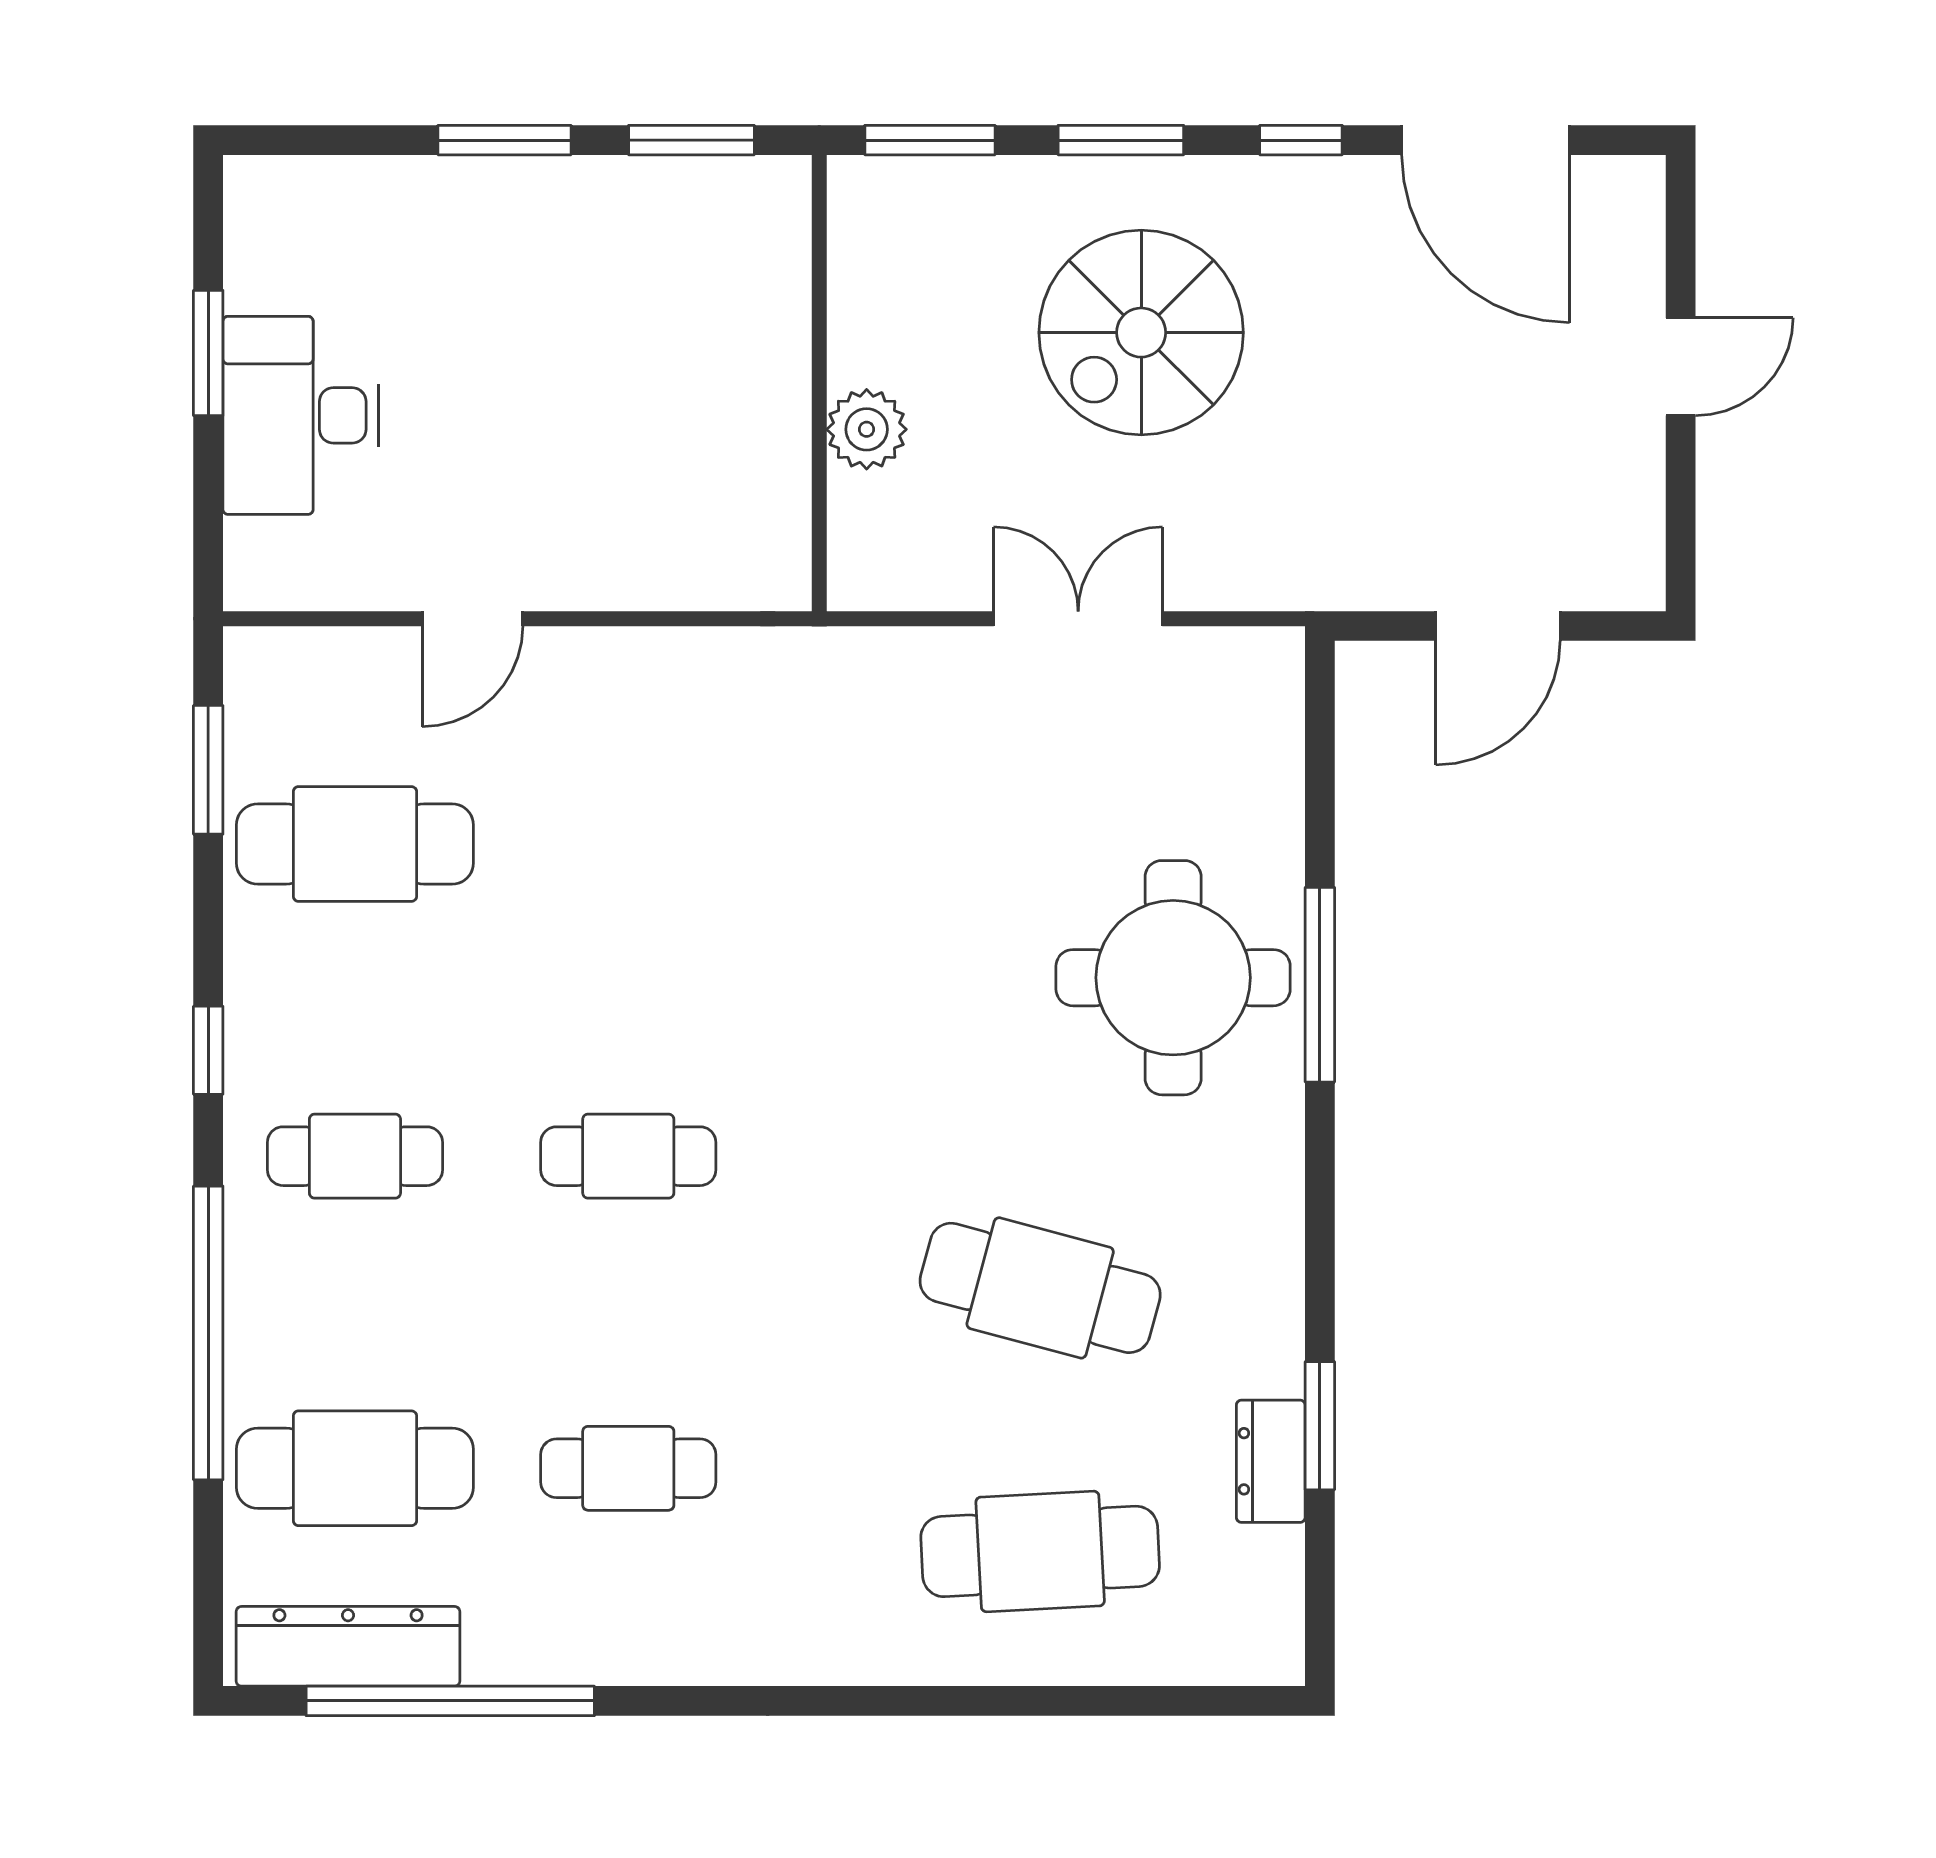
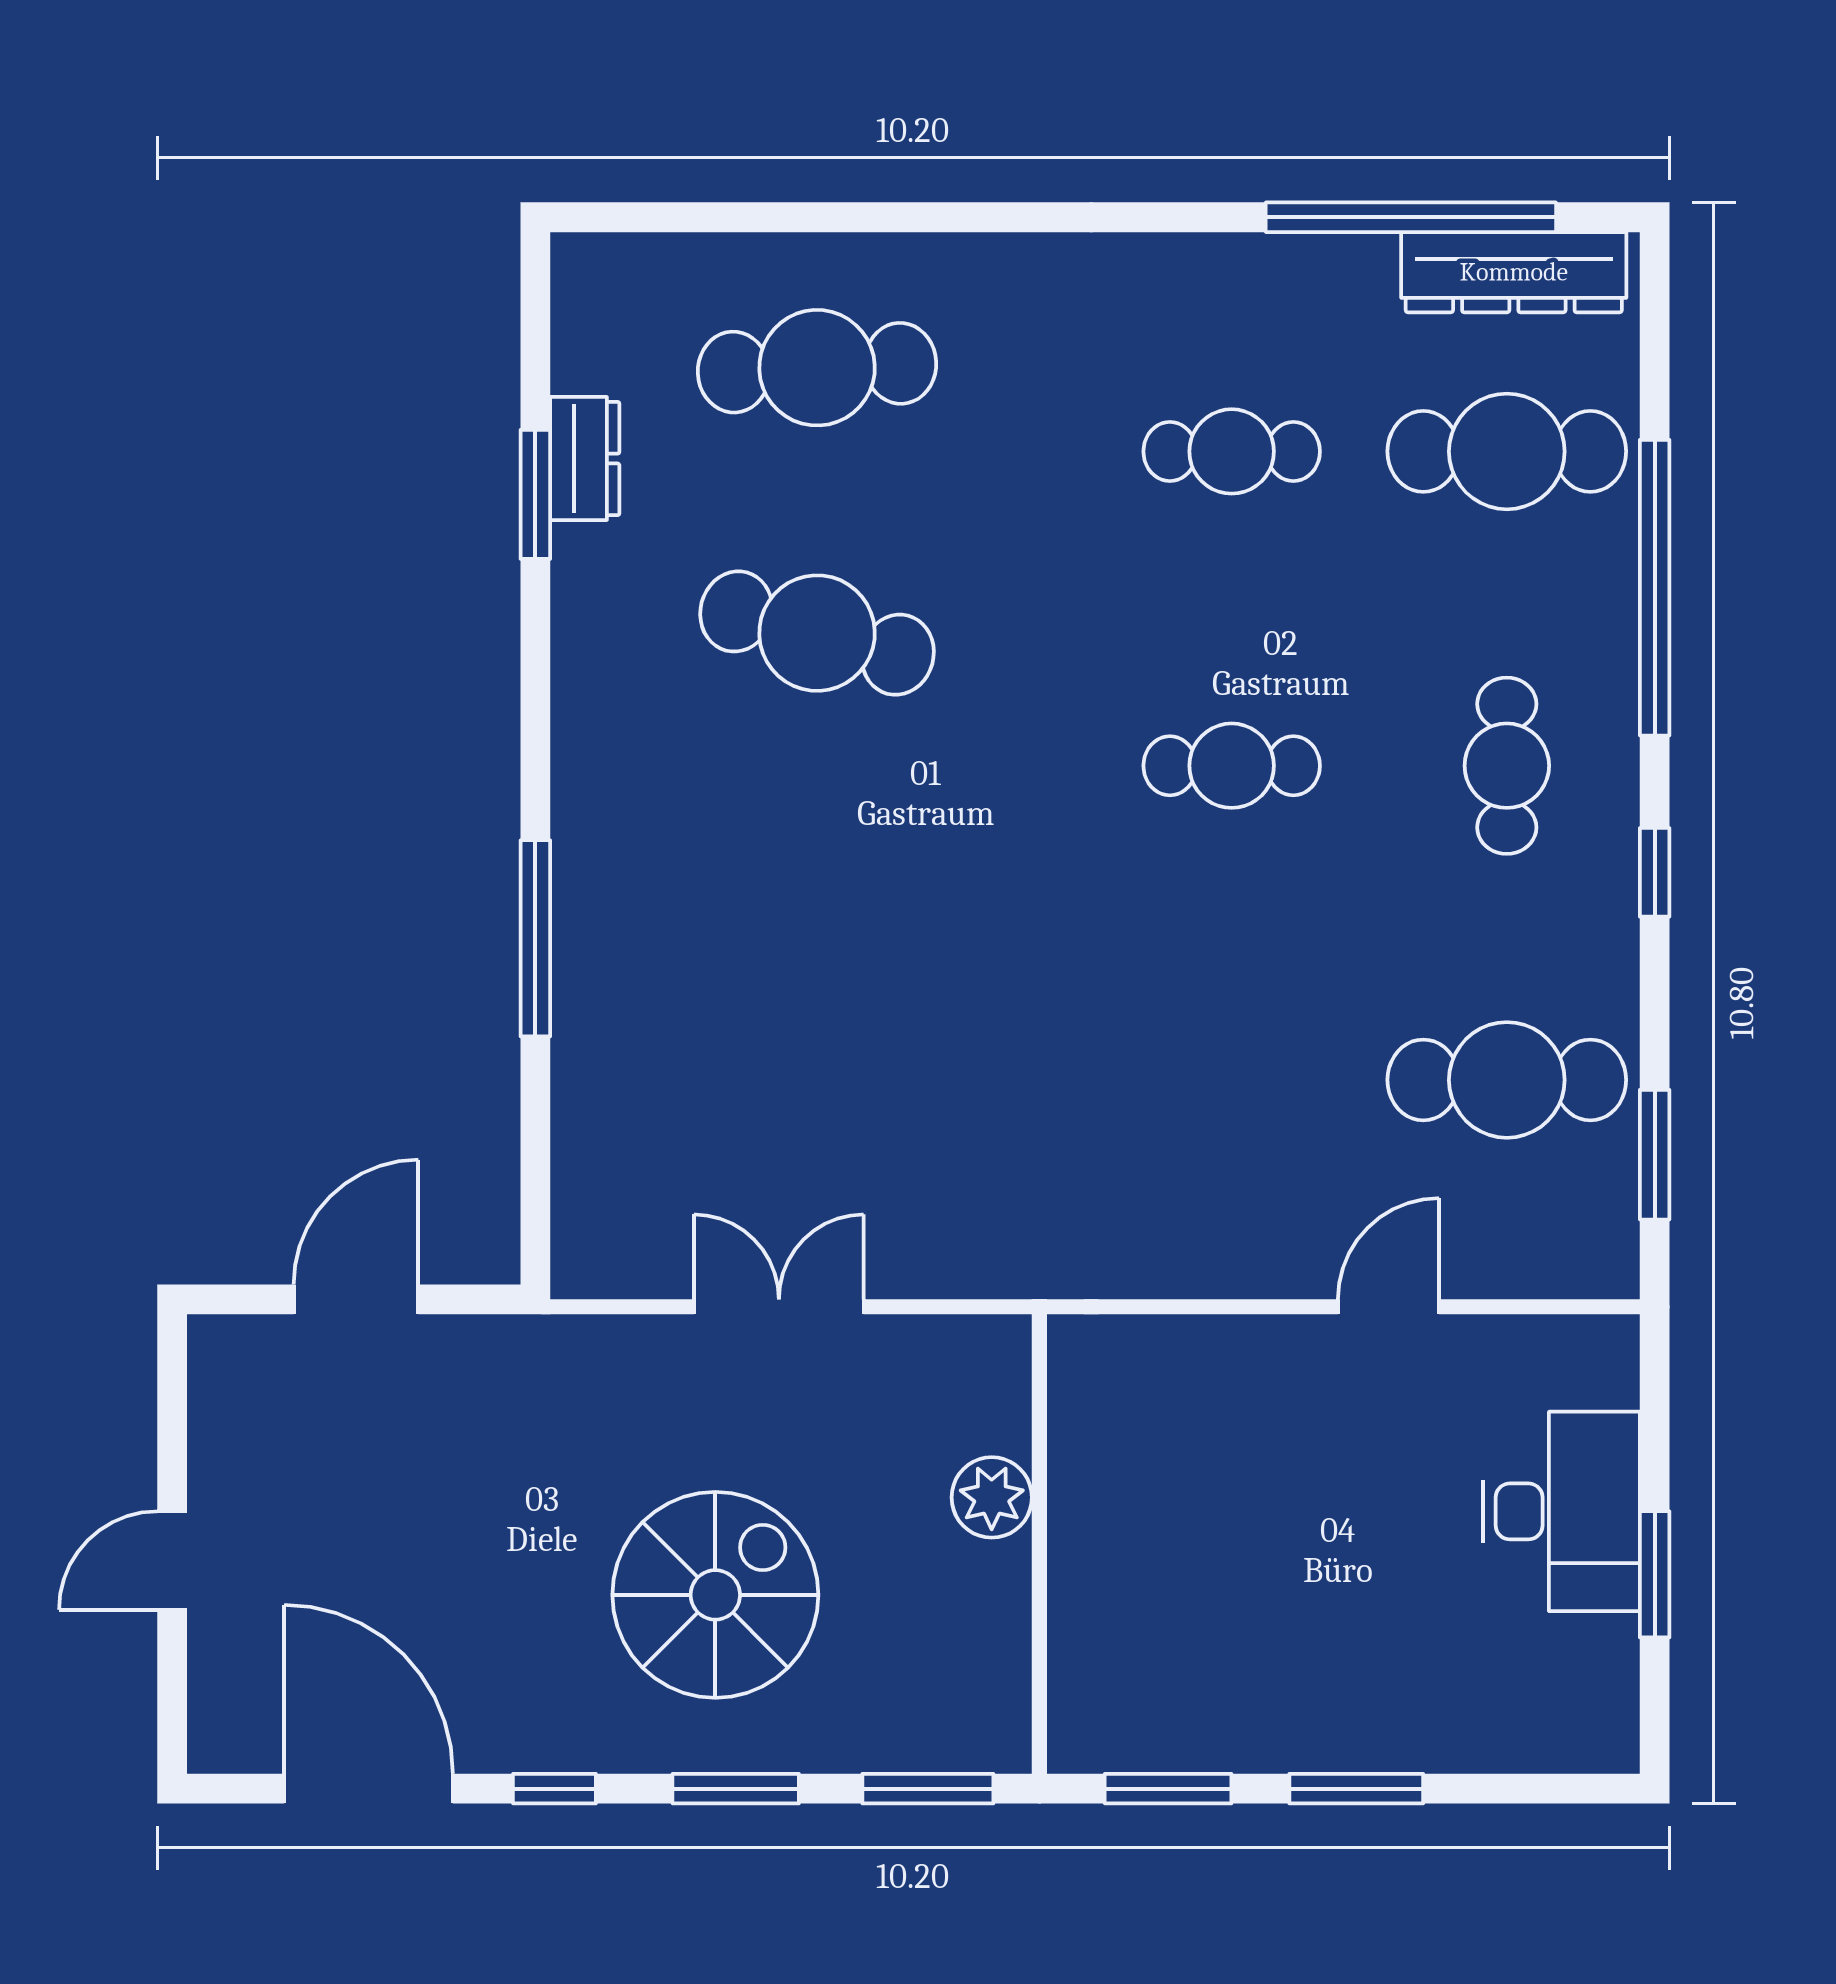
double door: (1078, 619) -> (779, 1307), swing flipped
round table: (1173, 978) -> (683, 945), removed
cafe table: (355, 1156) -> (1507, 766), turned 90

